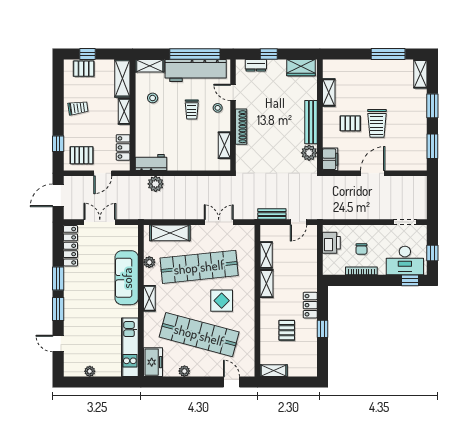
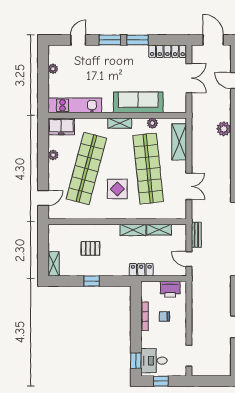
desk: (405, 261) -> (154, 361), width x0.73
locker: (310, 305) -> (141, 270), moved
shelving: (274, 371) -> (54, 264), moved

